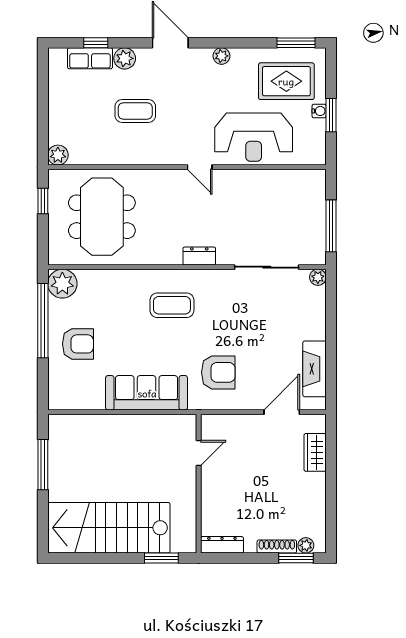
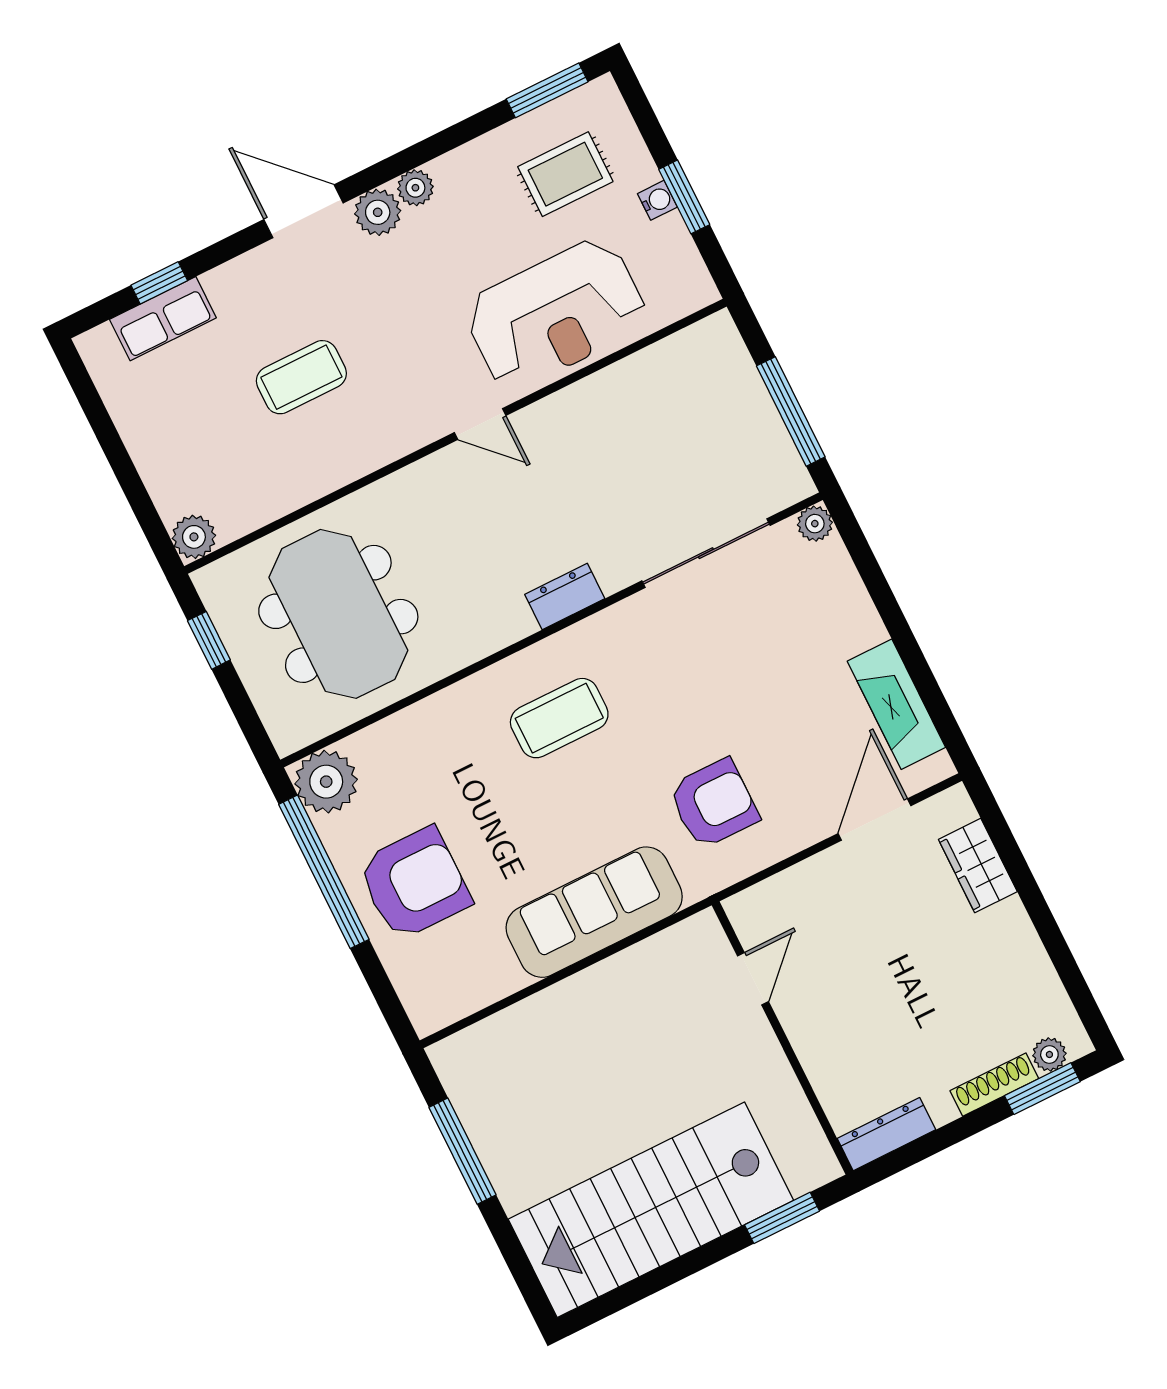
plant: (125, 58) -> (378, 212), moved
rug: (286, 81) -> (565, 174), width x0.73, depth x0.70
armchair: (78, 344) -> (414, 883), width x1.36, depth x1.36

